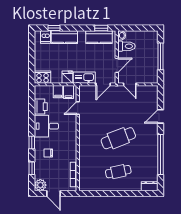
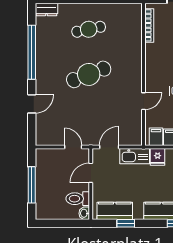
window: (101, 28) -> (126, 223), moved
door: (78, 108) -> (143, 101), moved

